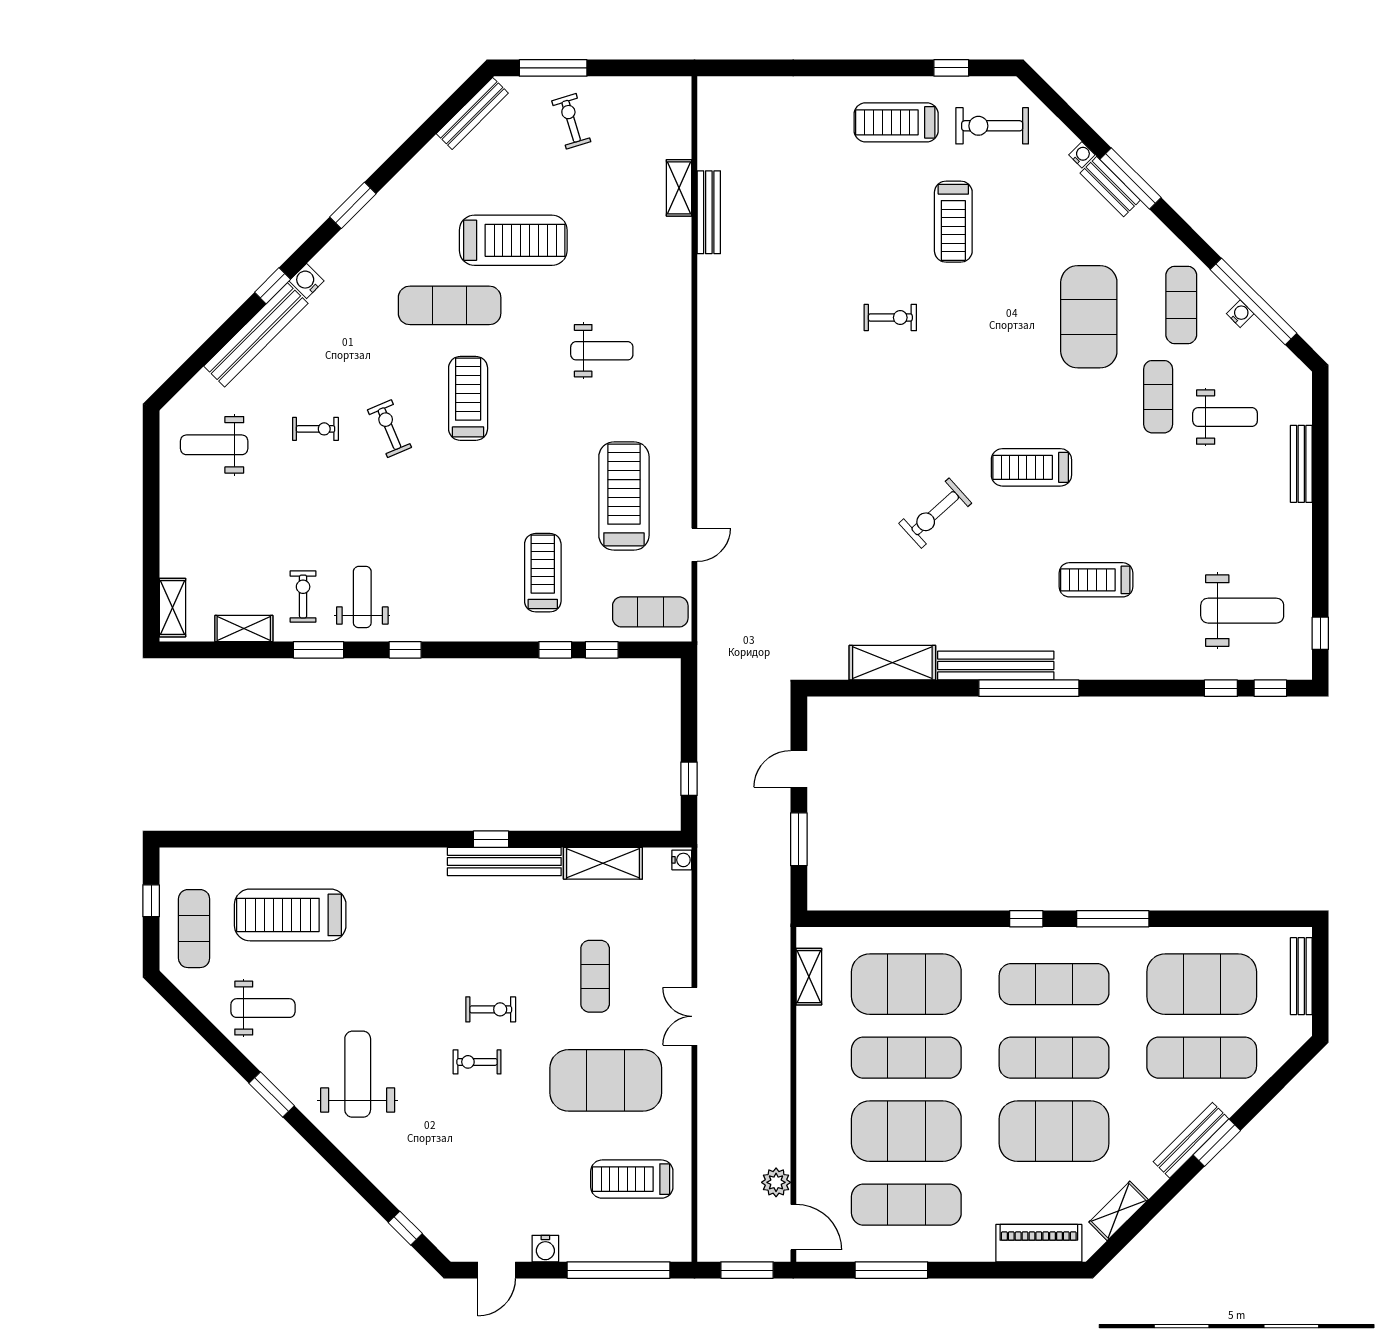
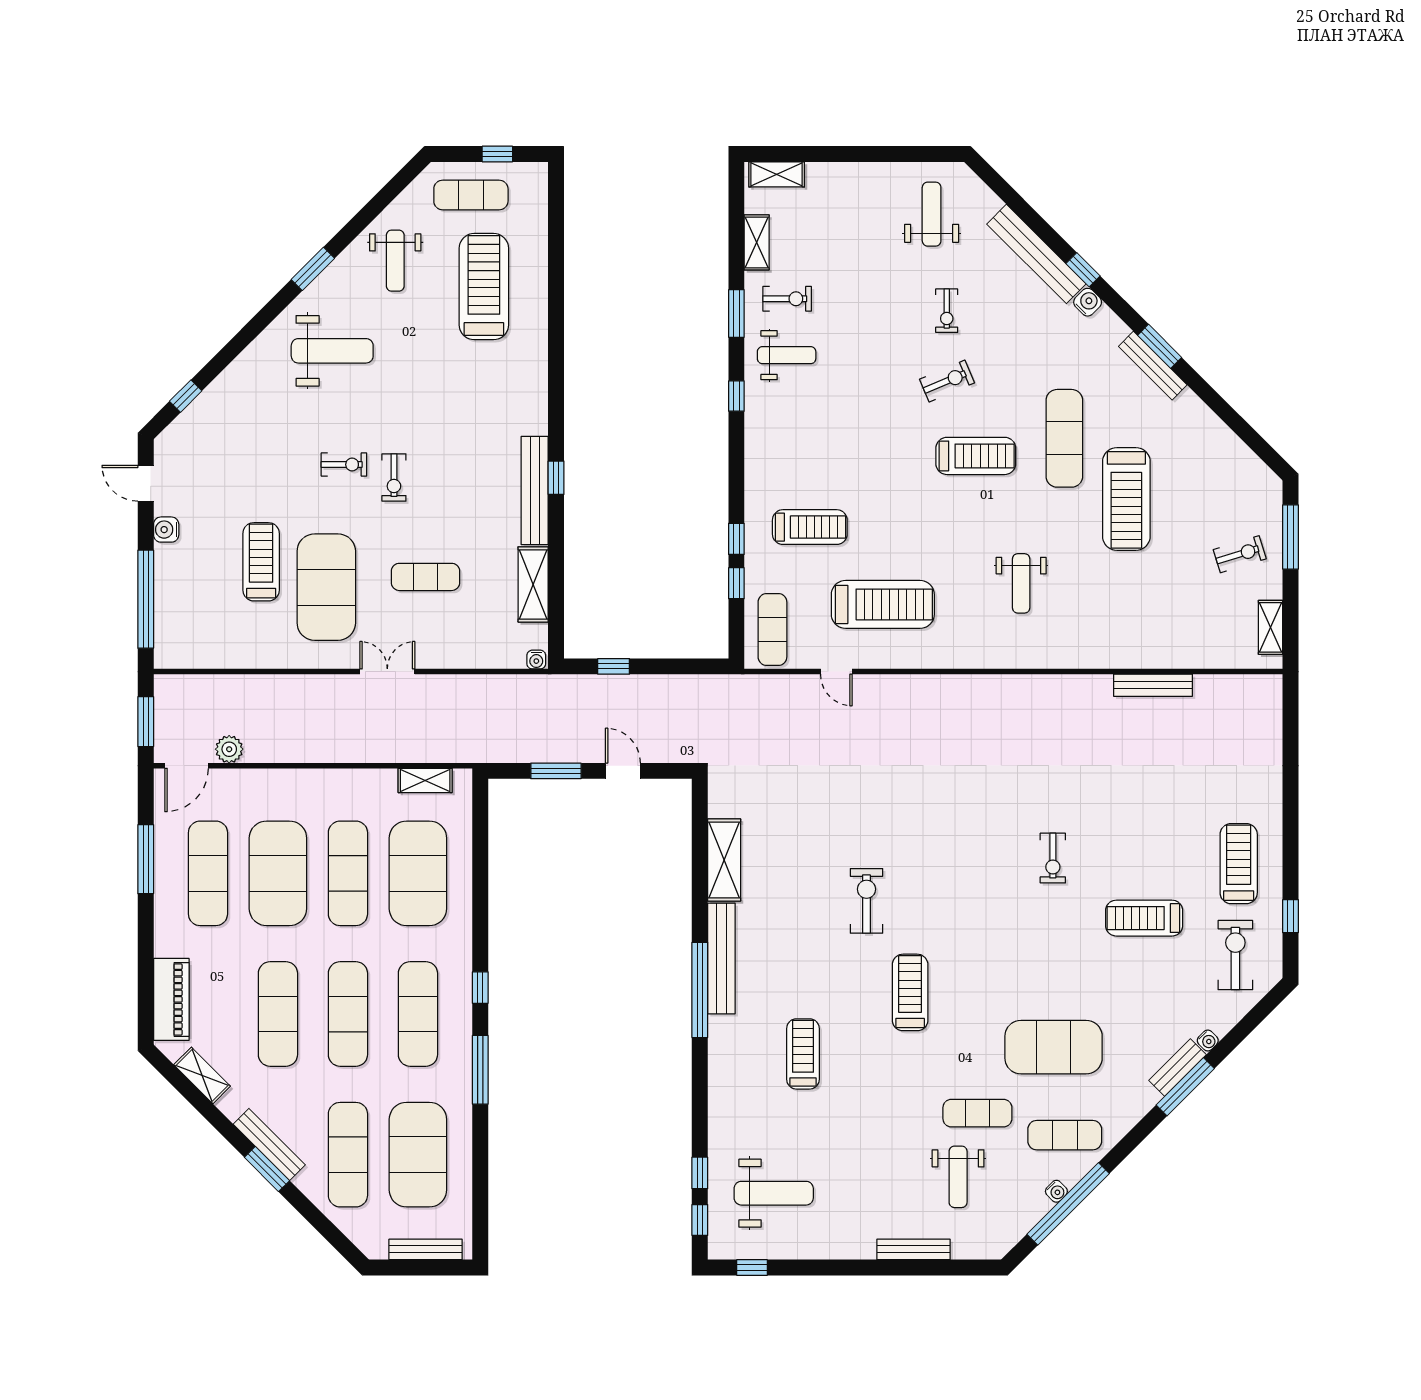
bench: (472, 113) -> (1153, 366), moved
shelving: (679, 188) -> (1271, 627), moved, turned 90
exercise bike: (935, 513) -> (866, 901), turned 42
weight bench: (1242, 611) -> (774, 1193), turned -90
exercise bike: (477, 1062) -> (344, 465), turned 90
exercise mat: (1054, 1131) -> (278, 1014), width x0.68
treadmill: (632, 1179) -> (261, 562), moved

